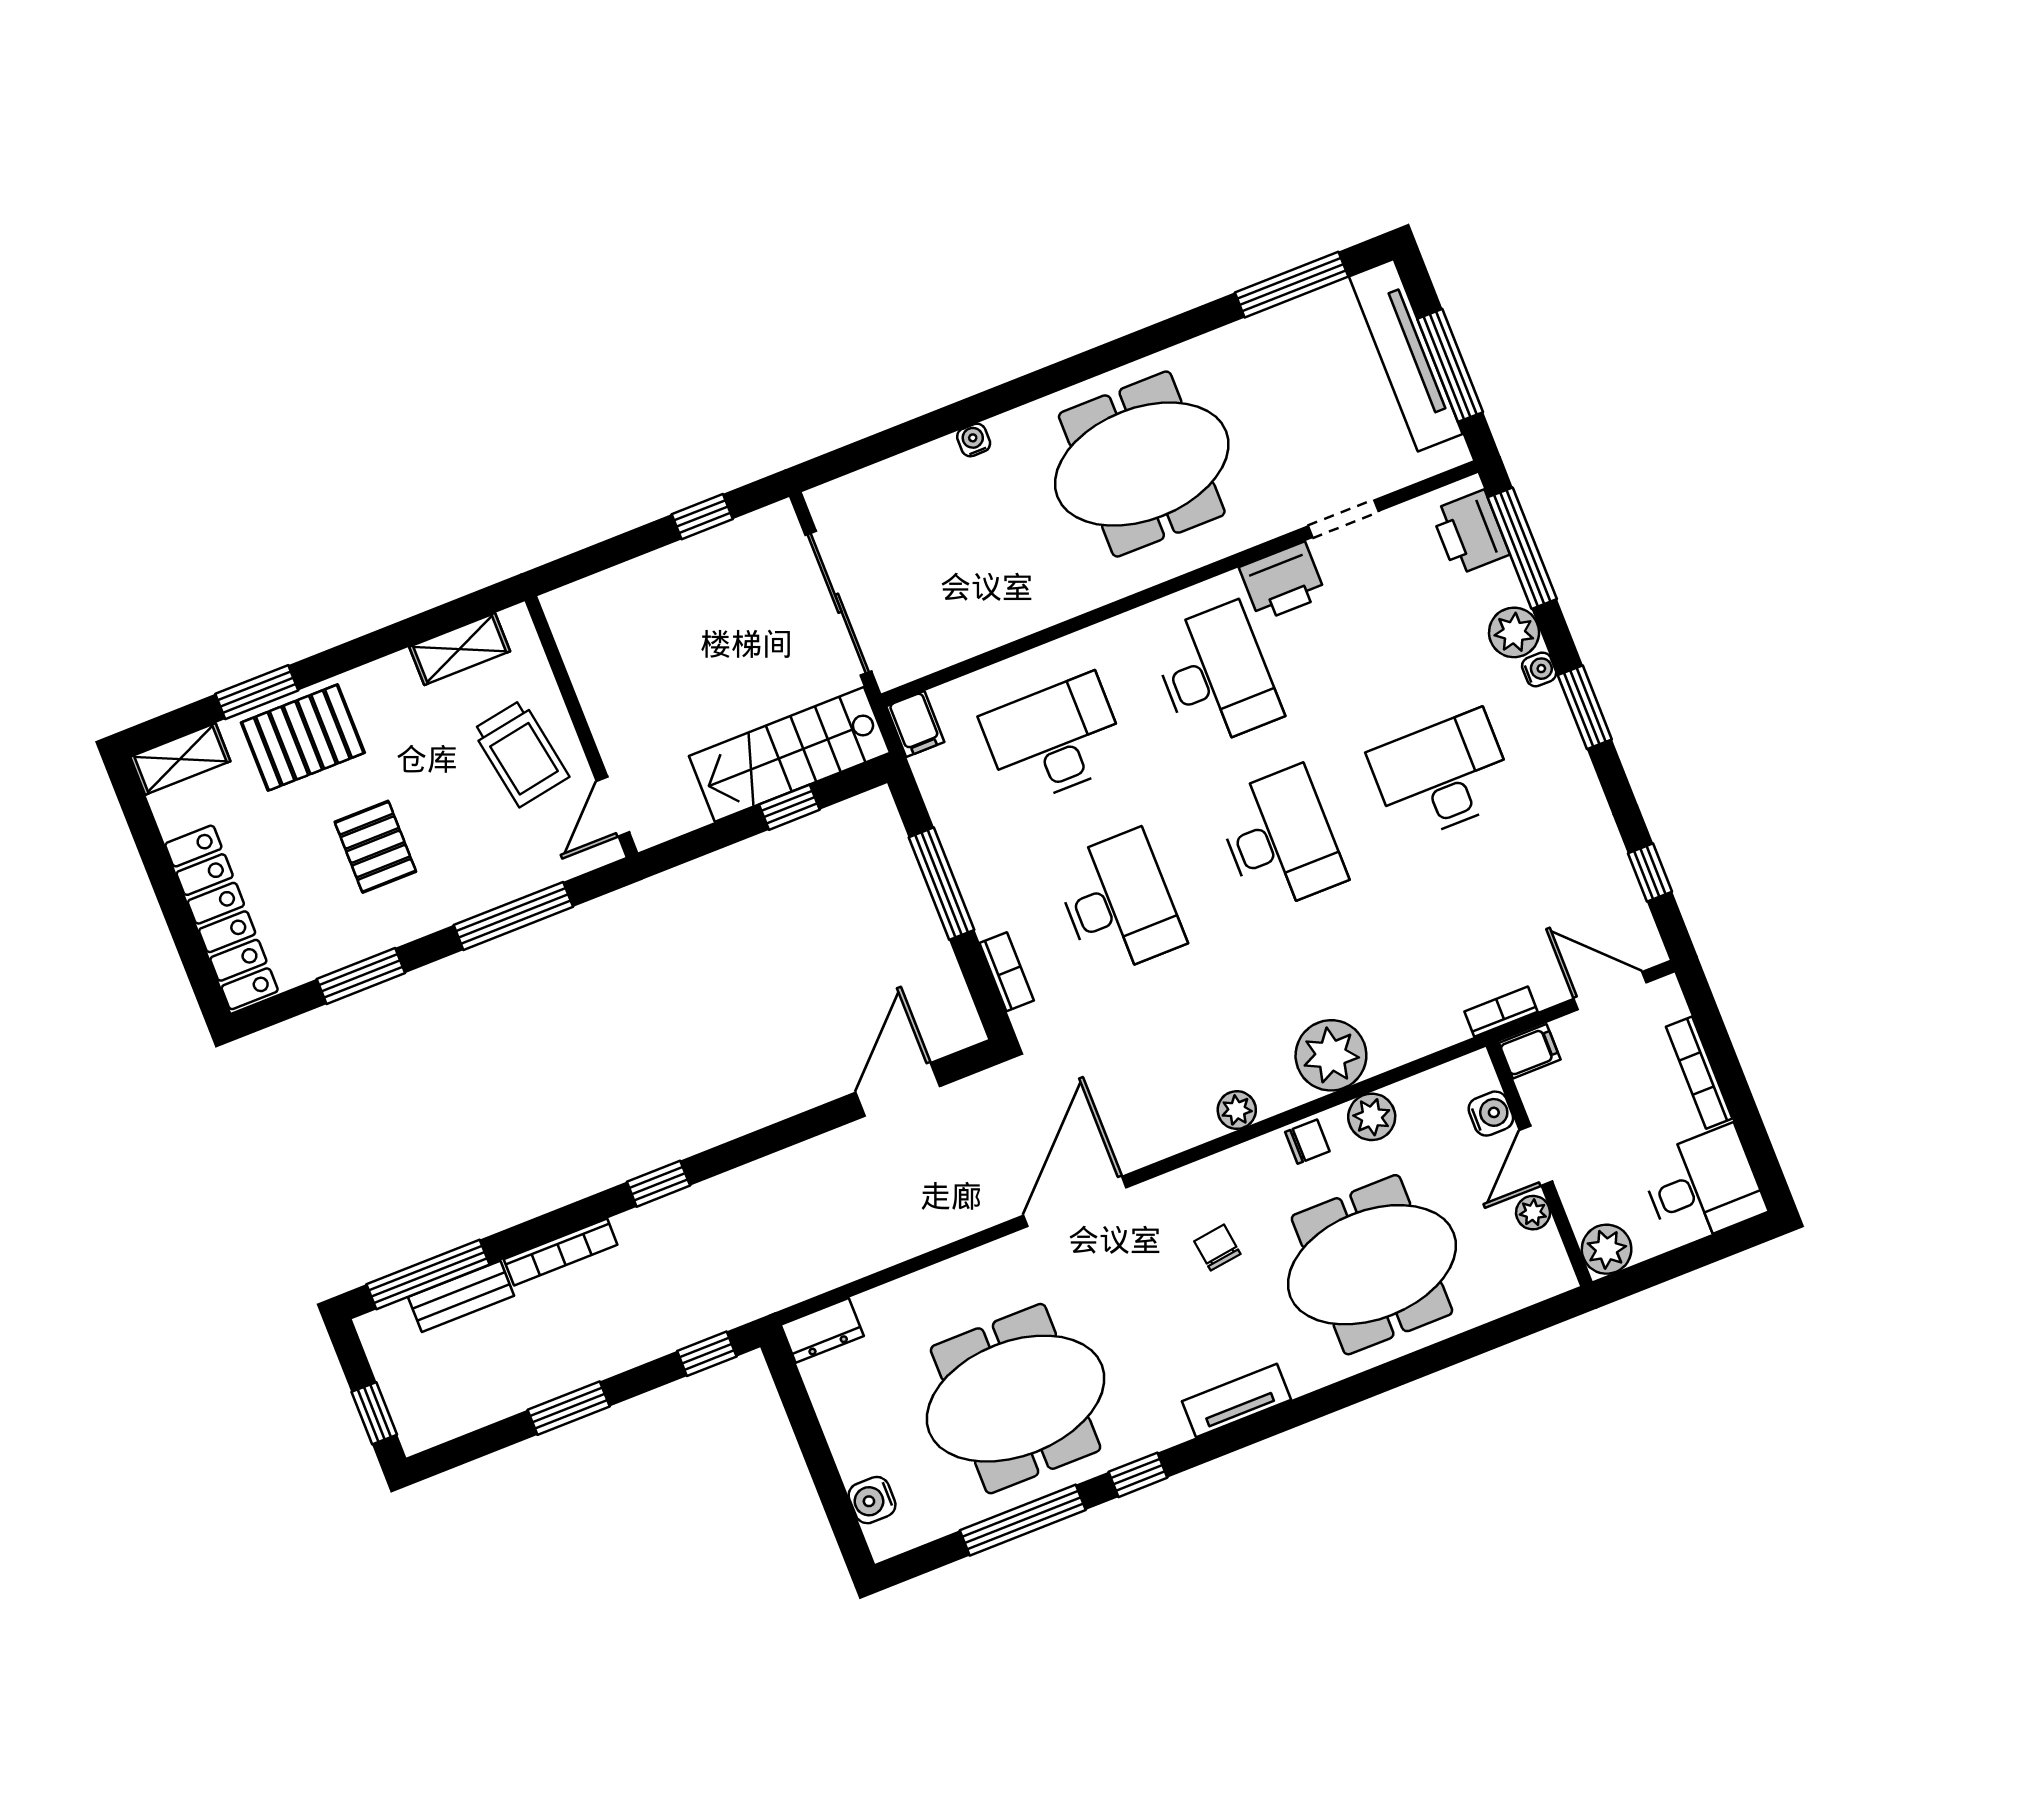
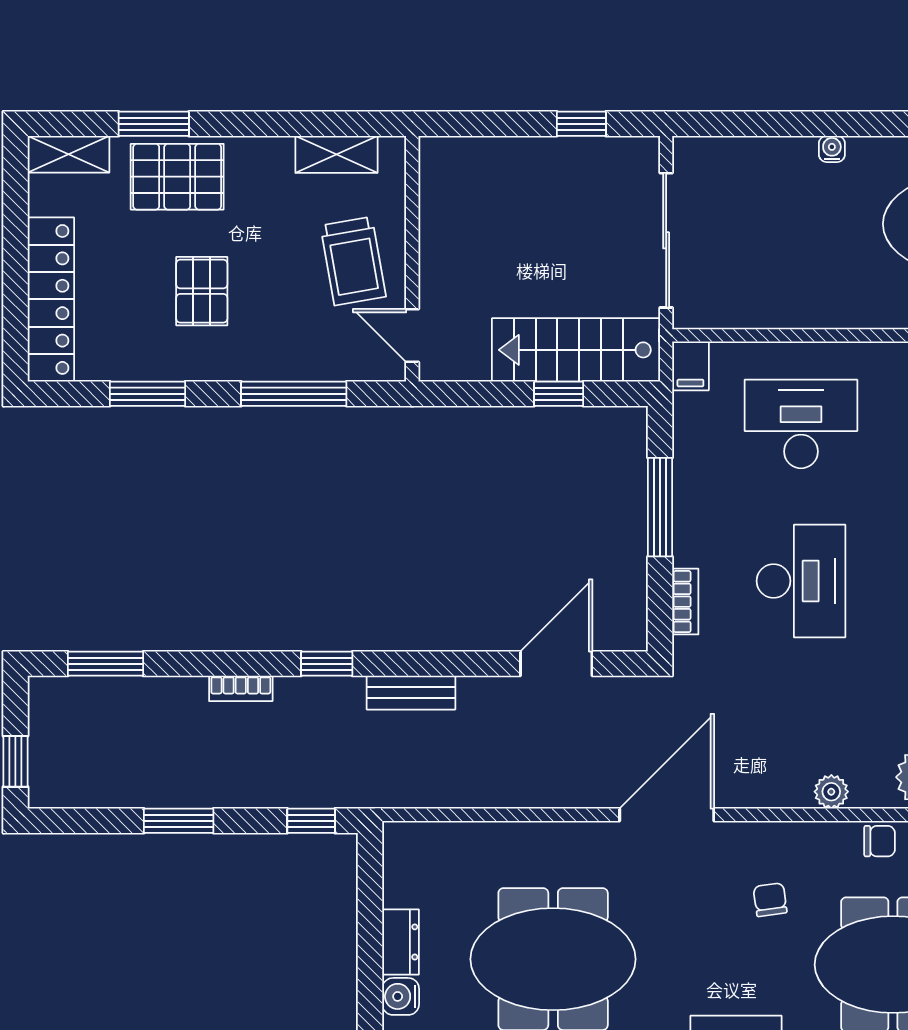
door: (613, 807) -> (412, 335), hinge flipped
bookcase: (561, 1252) -> (241, 688), width x0.64
window: (428, 1274) -> (106, 664), width x0.69
bench: (461, 1296) -> (411, 693), moved
dresser: (822, 1330) -> (400, 942), moved, turned -90

